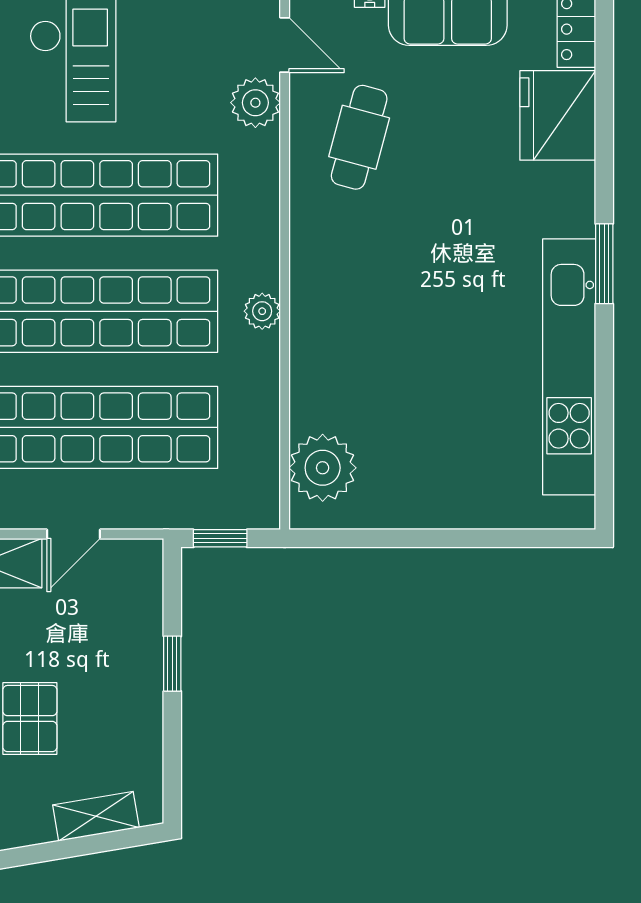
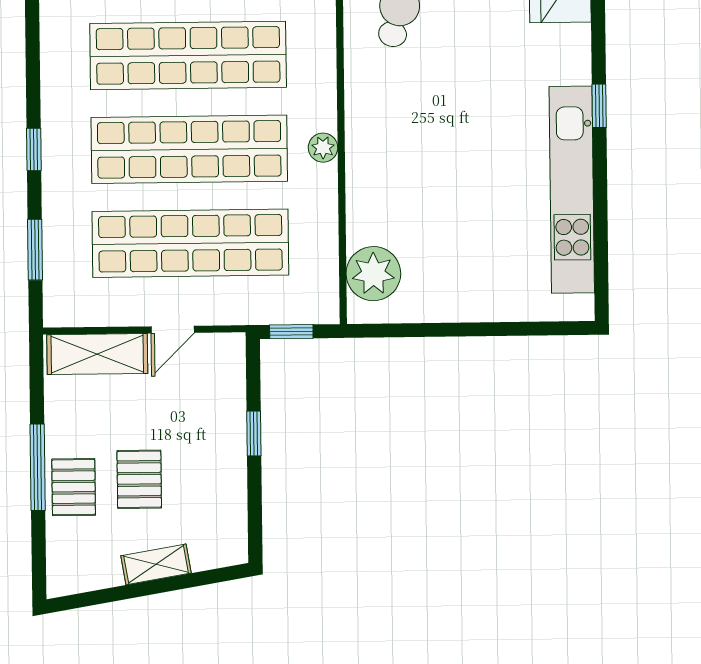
window: (604, 264) -> (599, 106), width x0.67
shelving: (96, 816) -> (156, 564), moved

